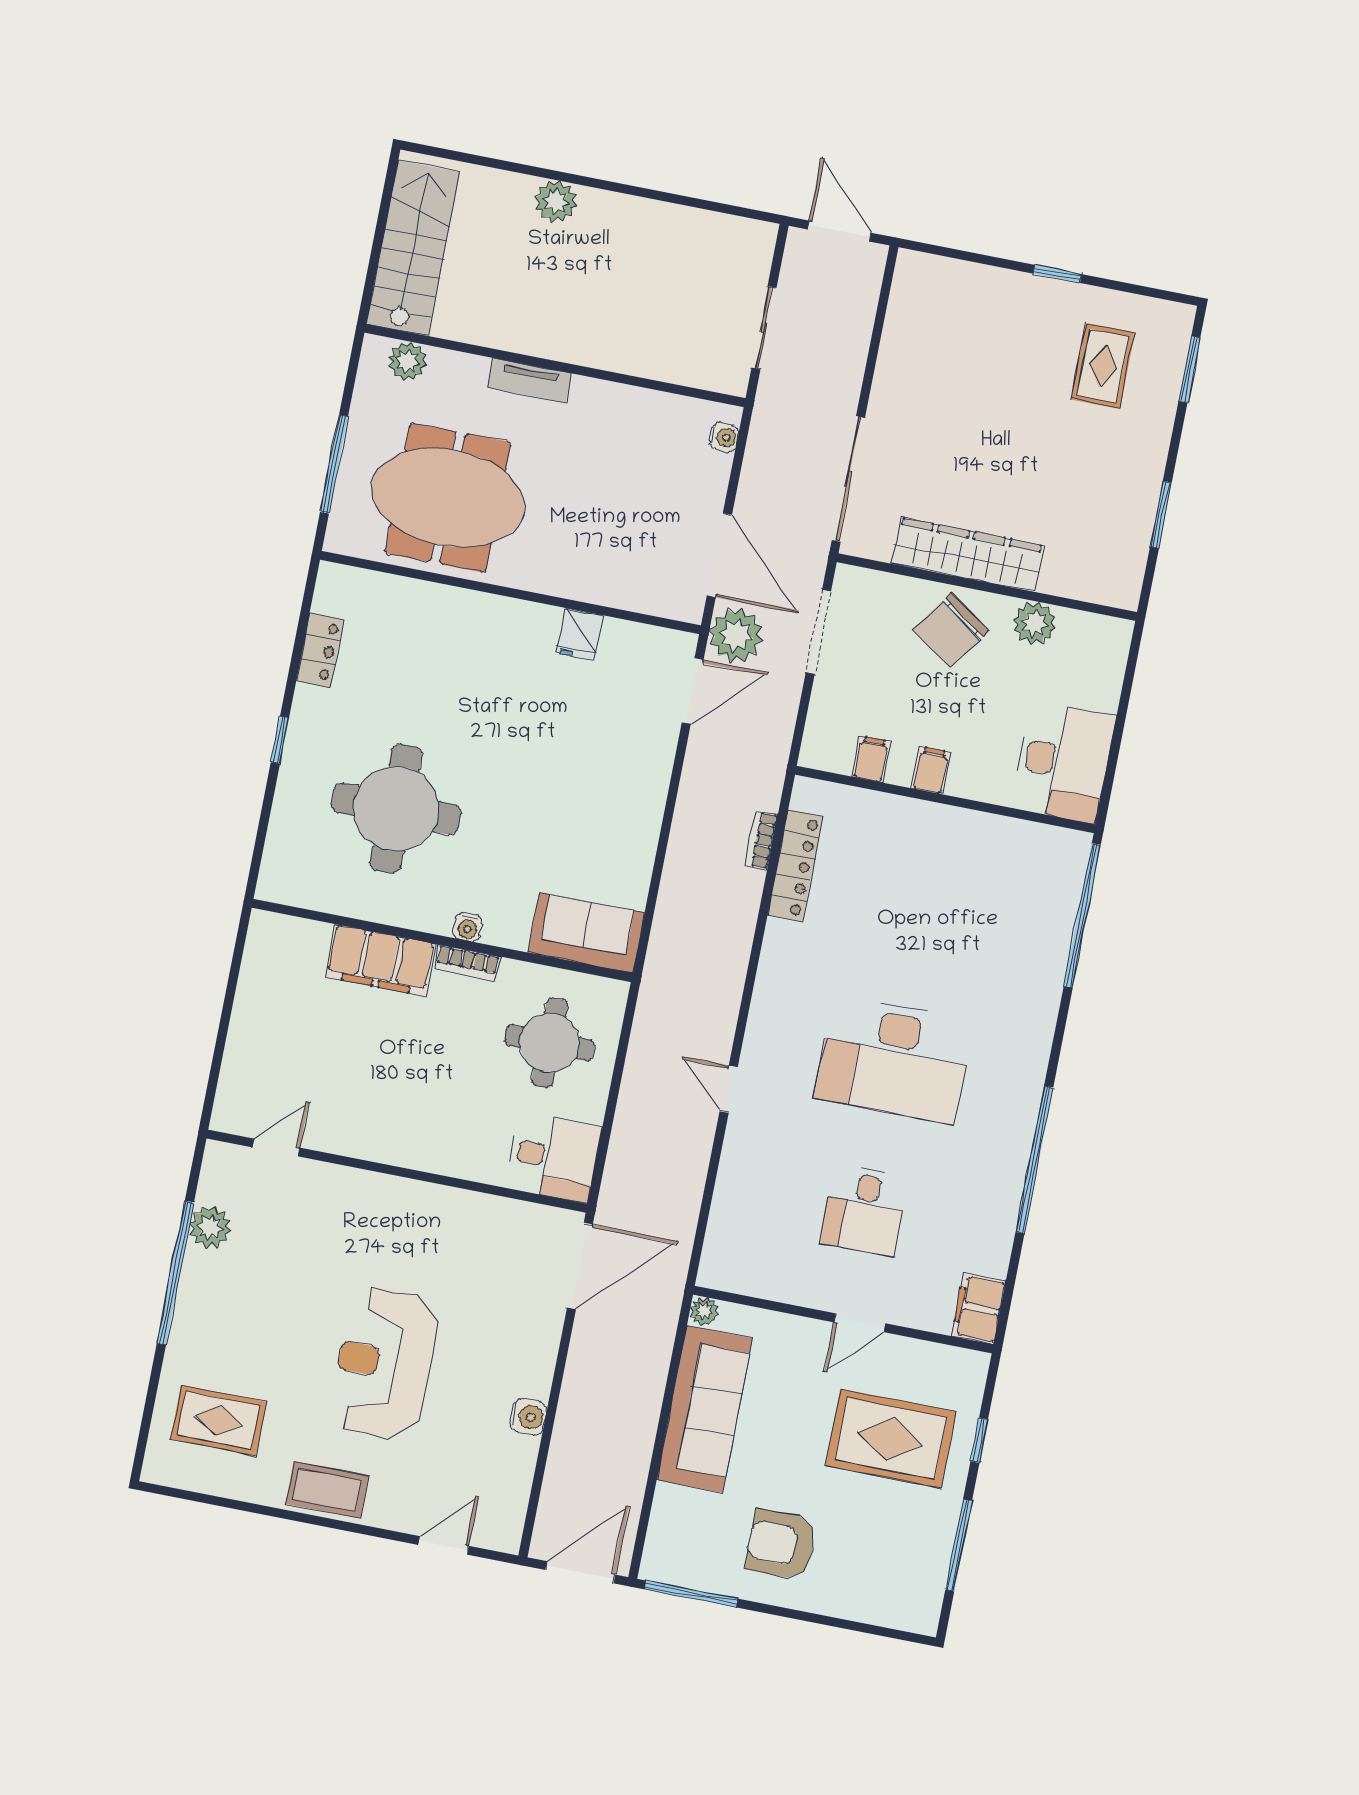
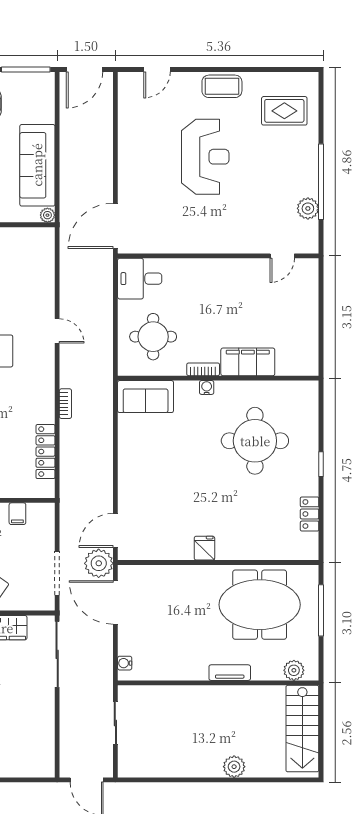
fridge: (580, 634) -> (204, 548), moved
bookcase: (761, 840) -> (65, 404), moved
water cooler: (528, 1417) -> (127, 144), removed

